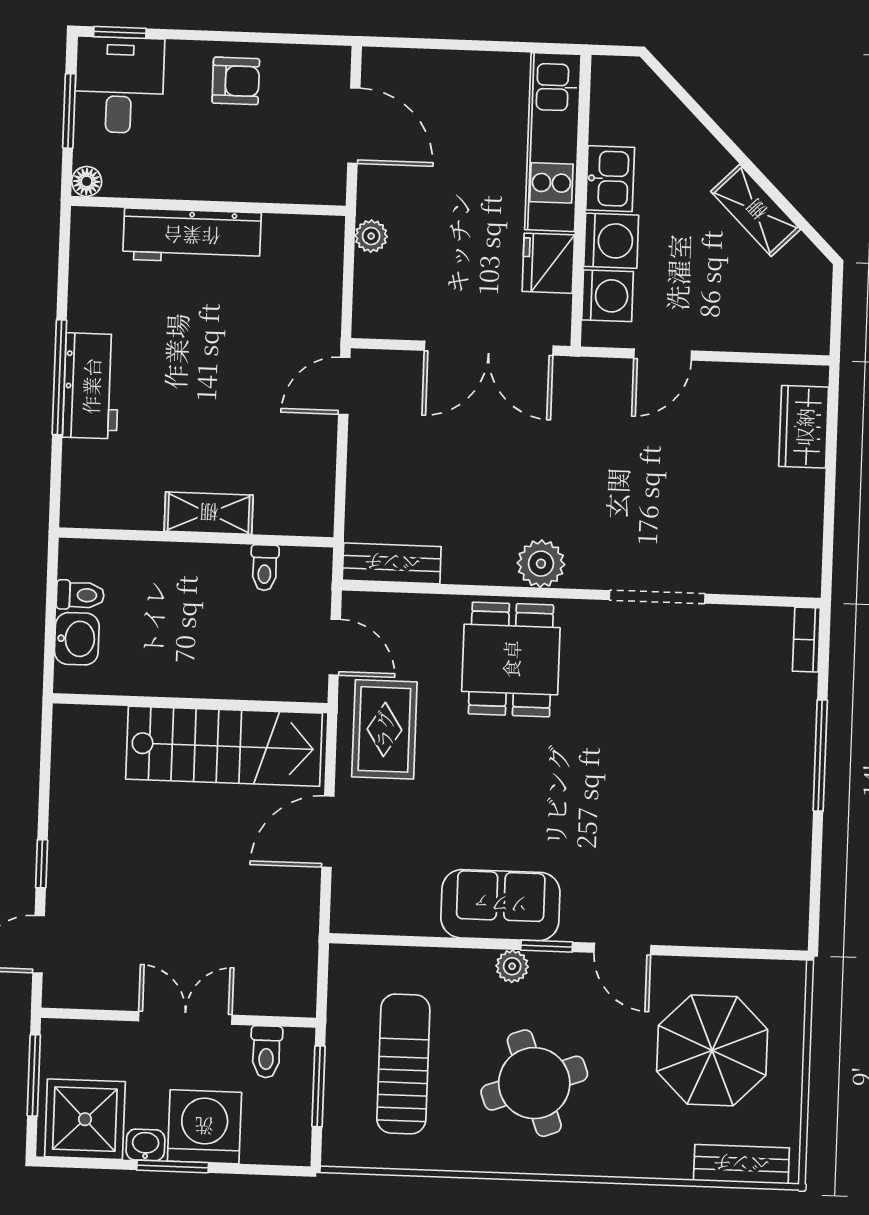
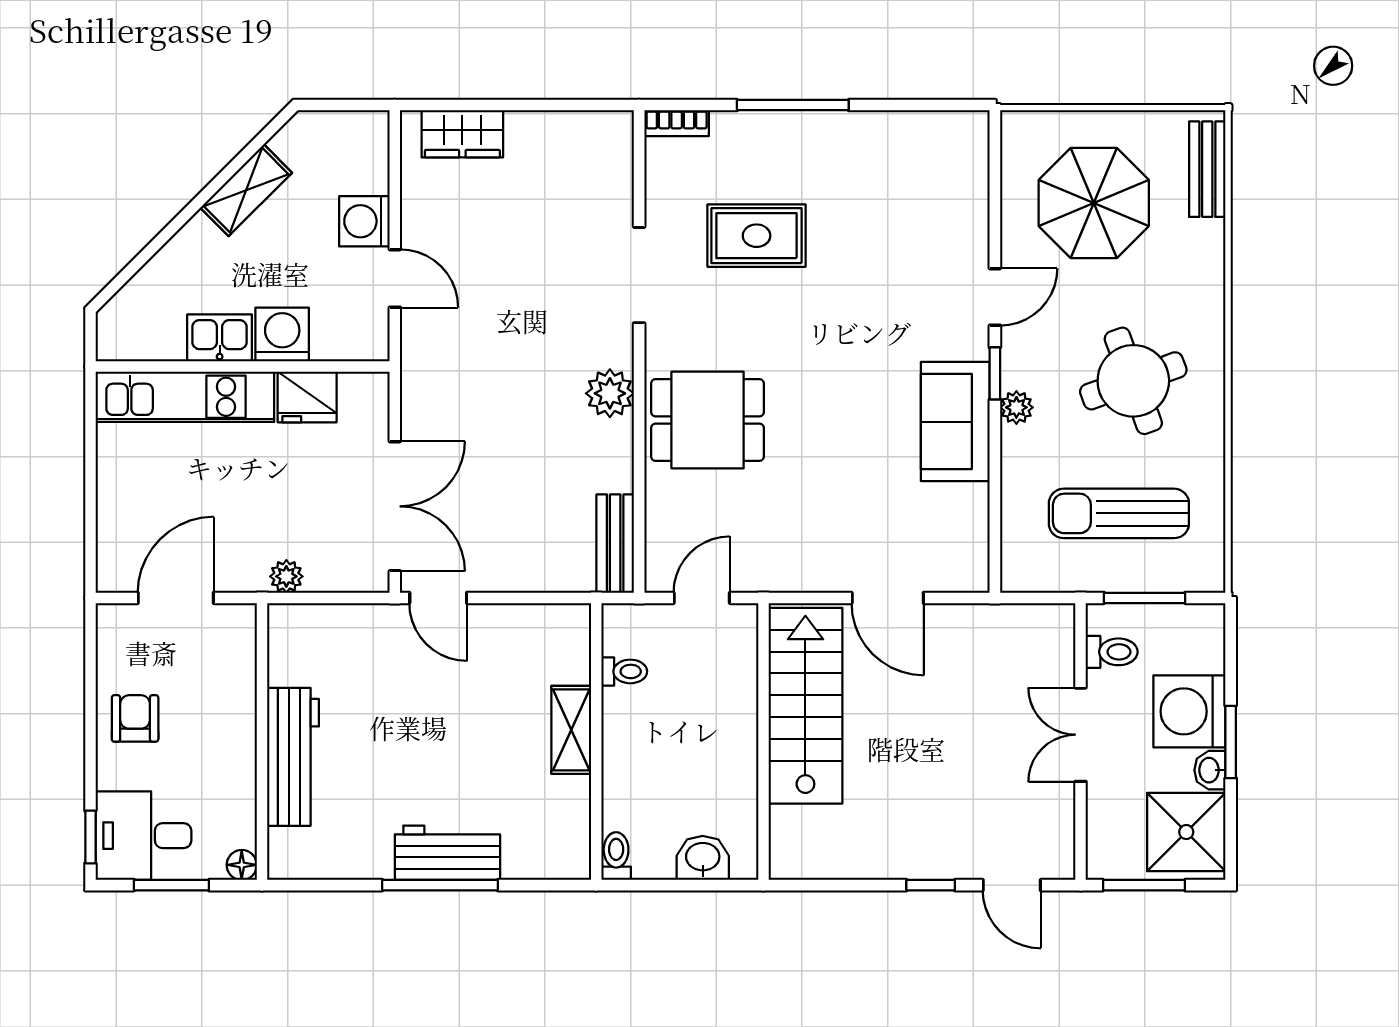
washing machine: (608, 296) -> (364, 221), moved, turned -90
double door: (489, 348) -> (395, 506), moved
toilet: (80, 595) -> (616, 856), moved
rug: (384, 729) -> (757, 236), moved

